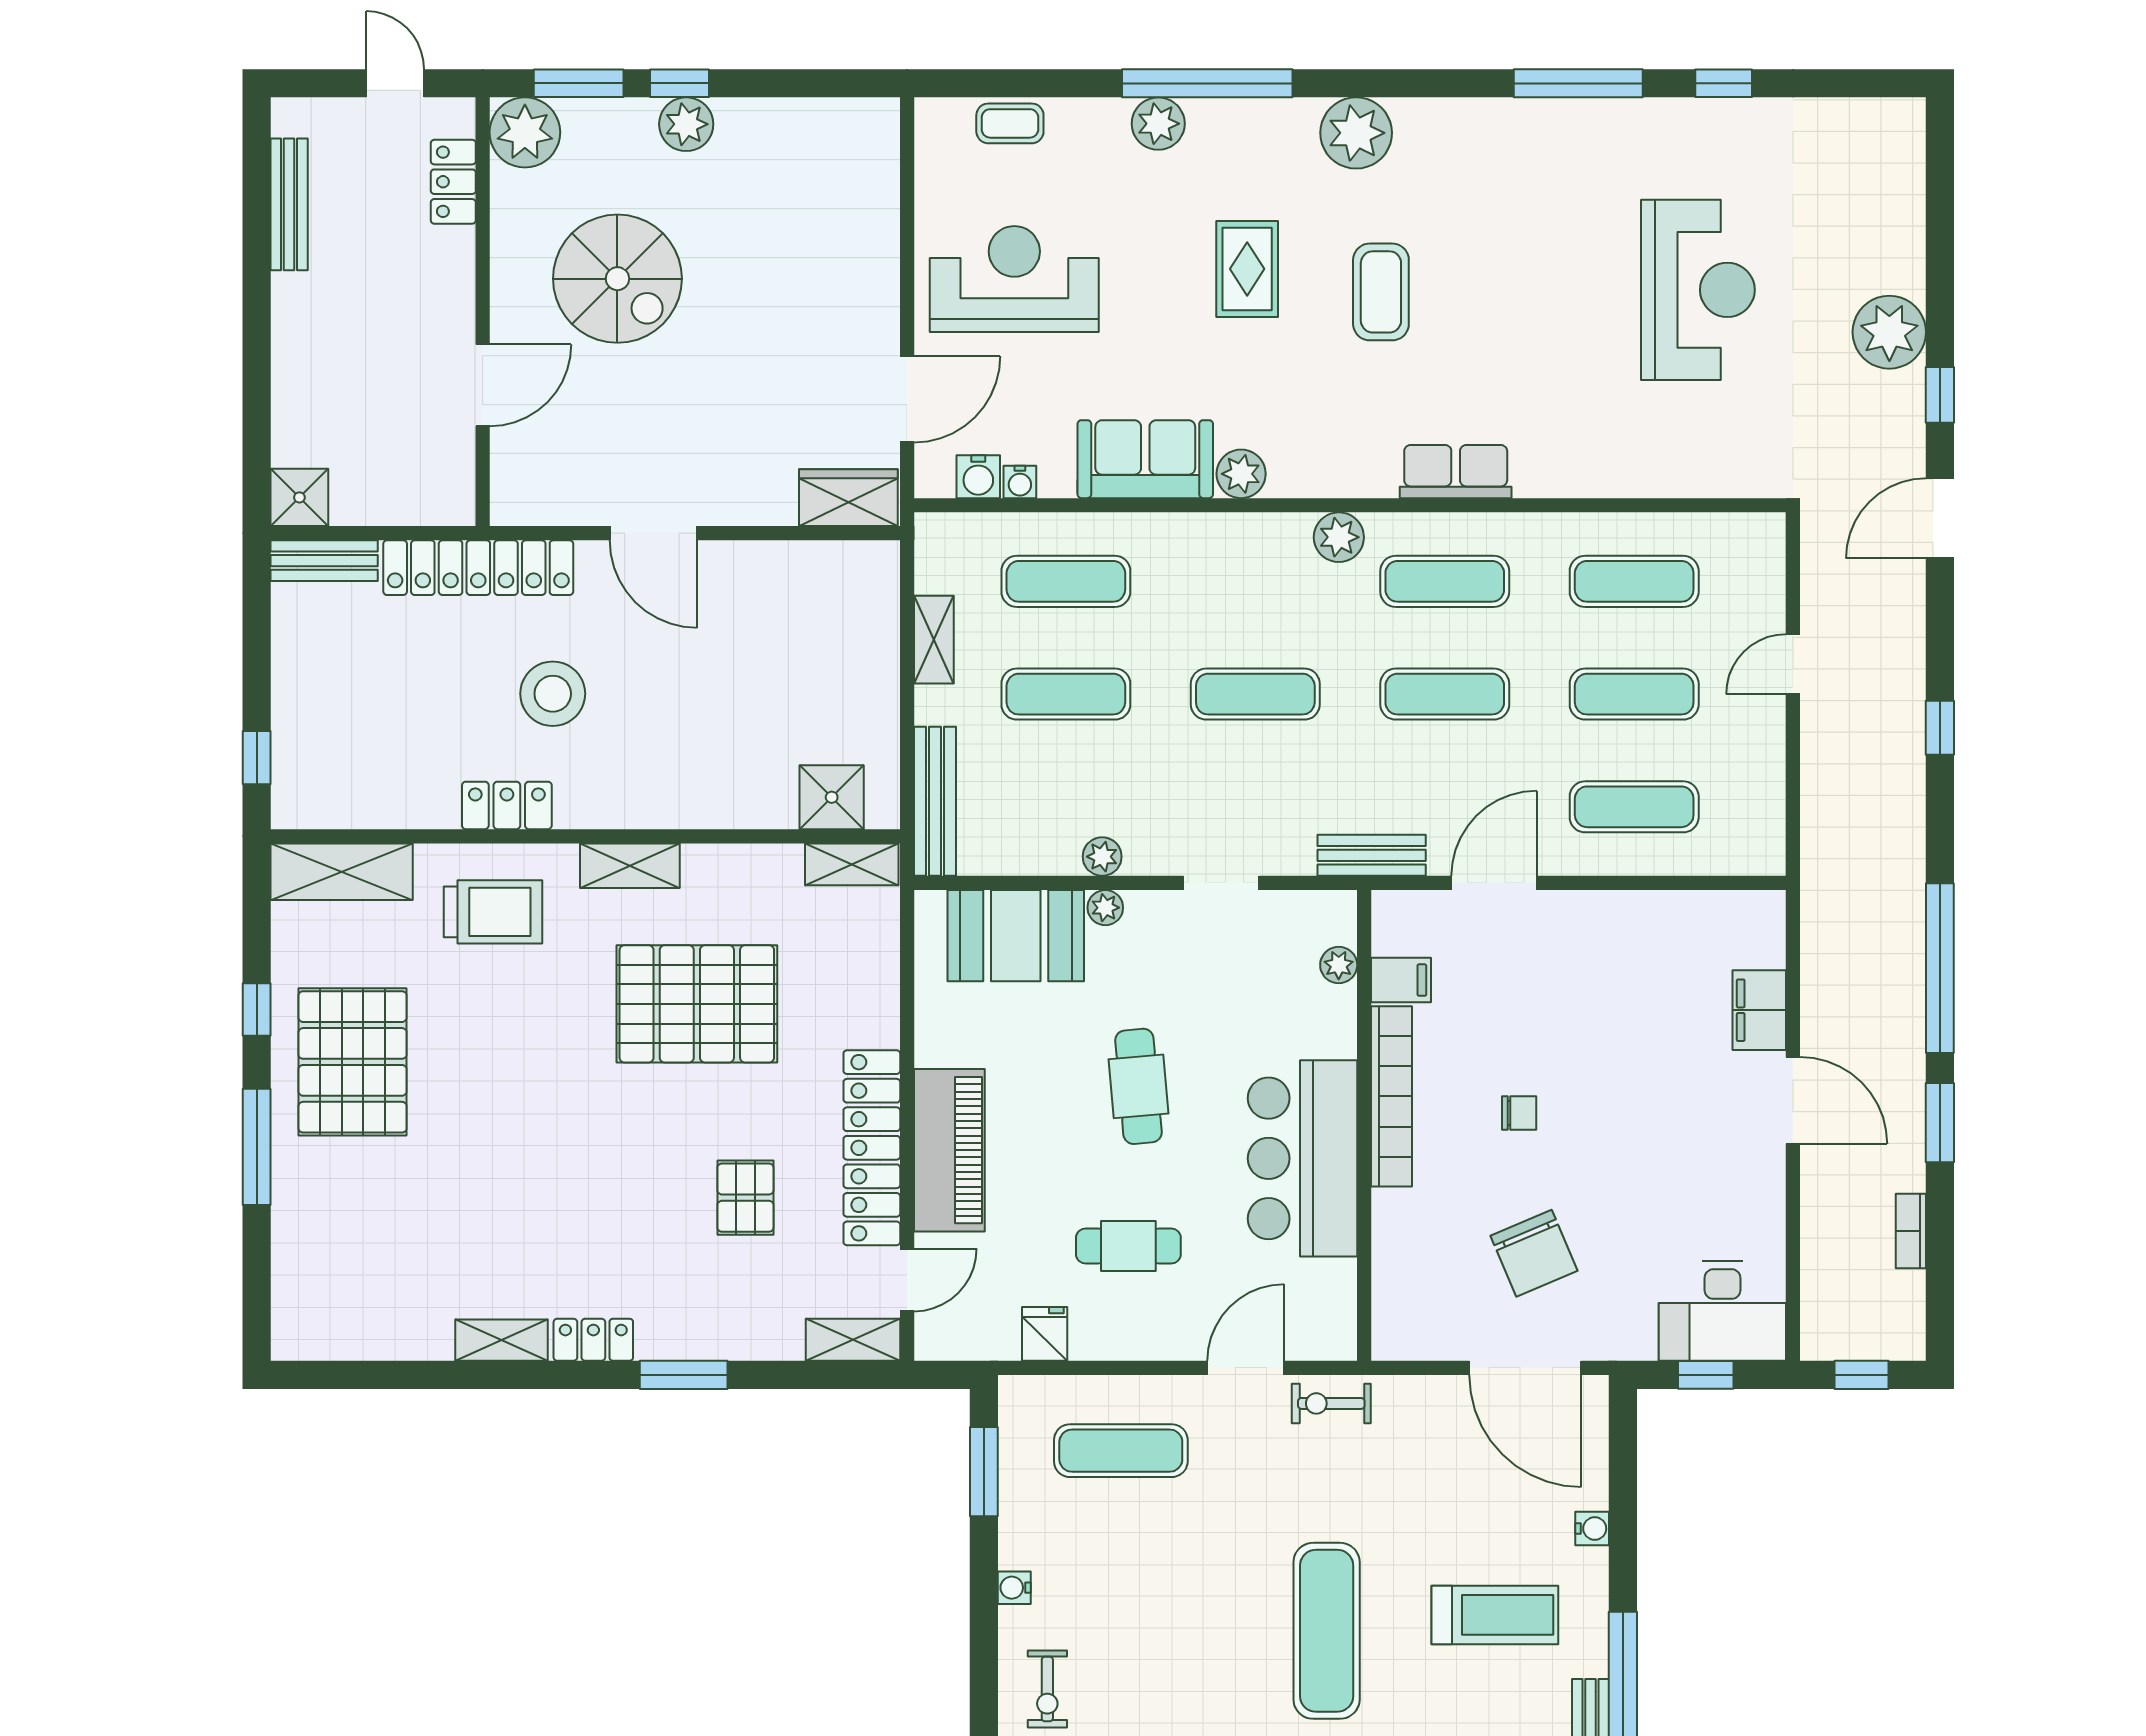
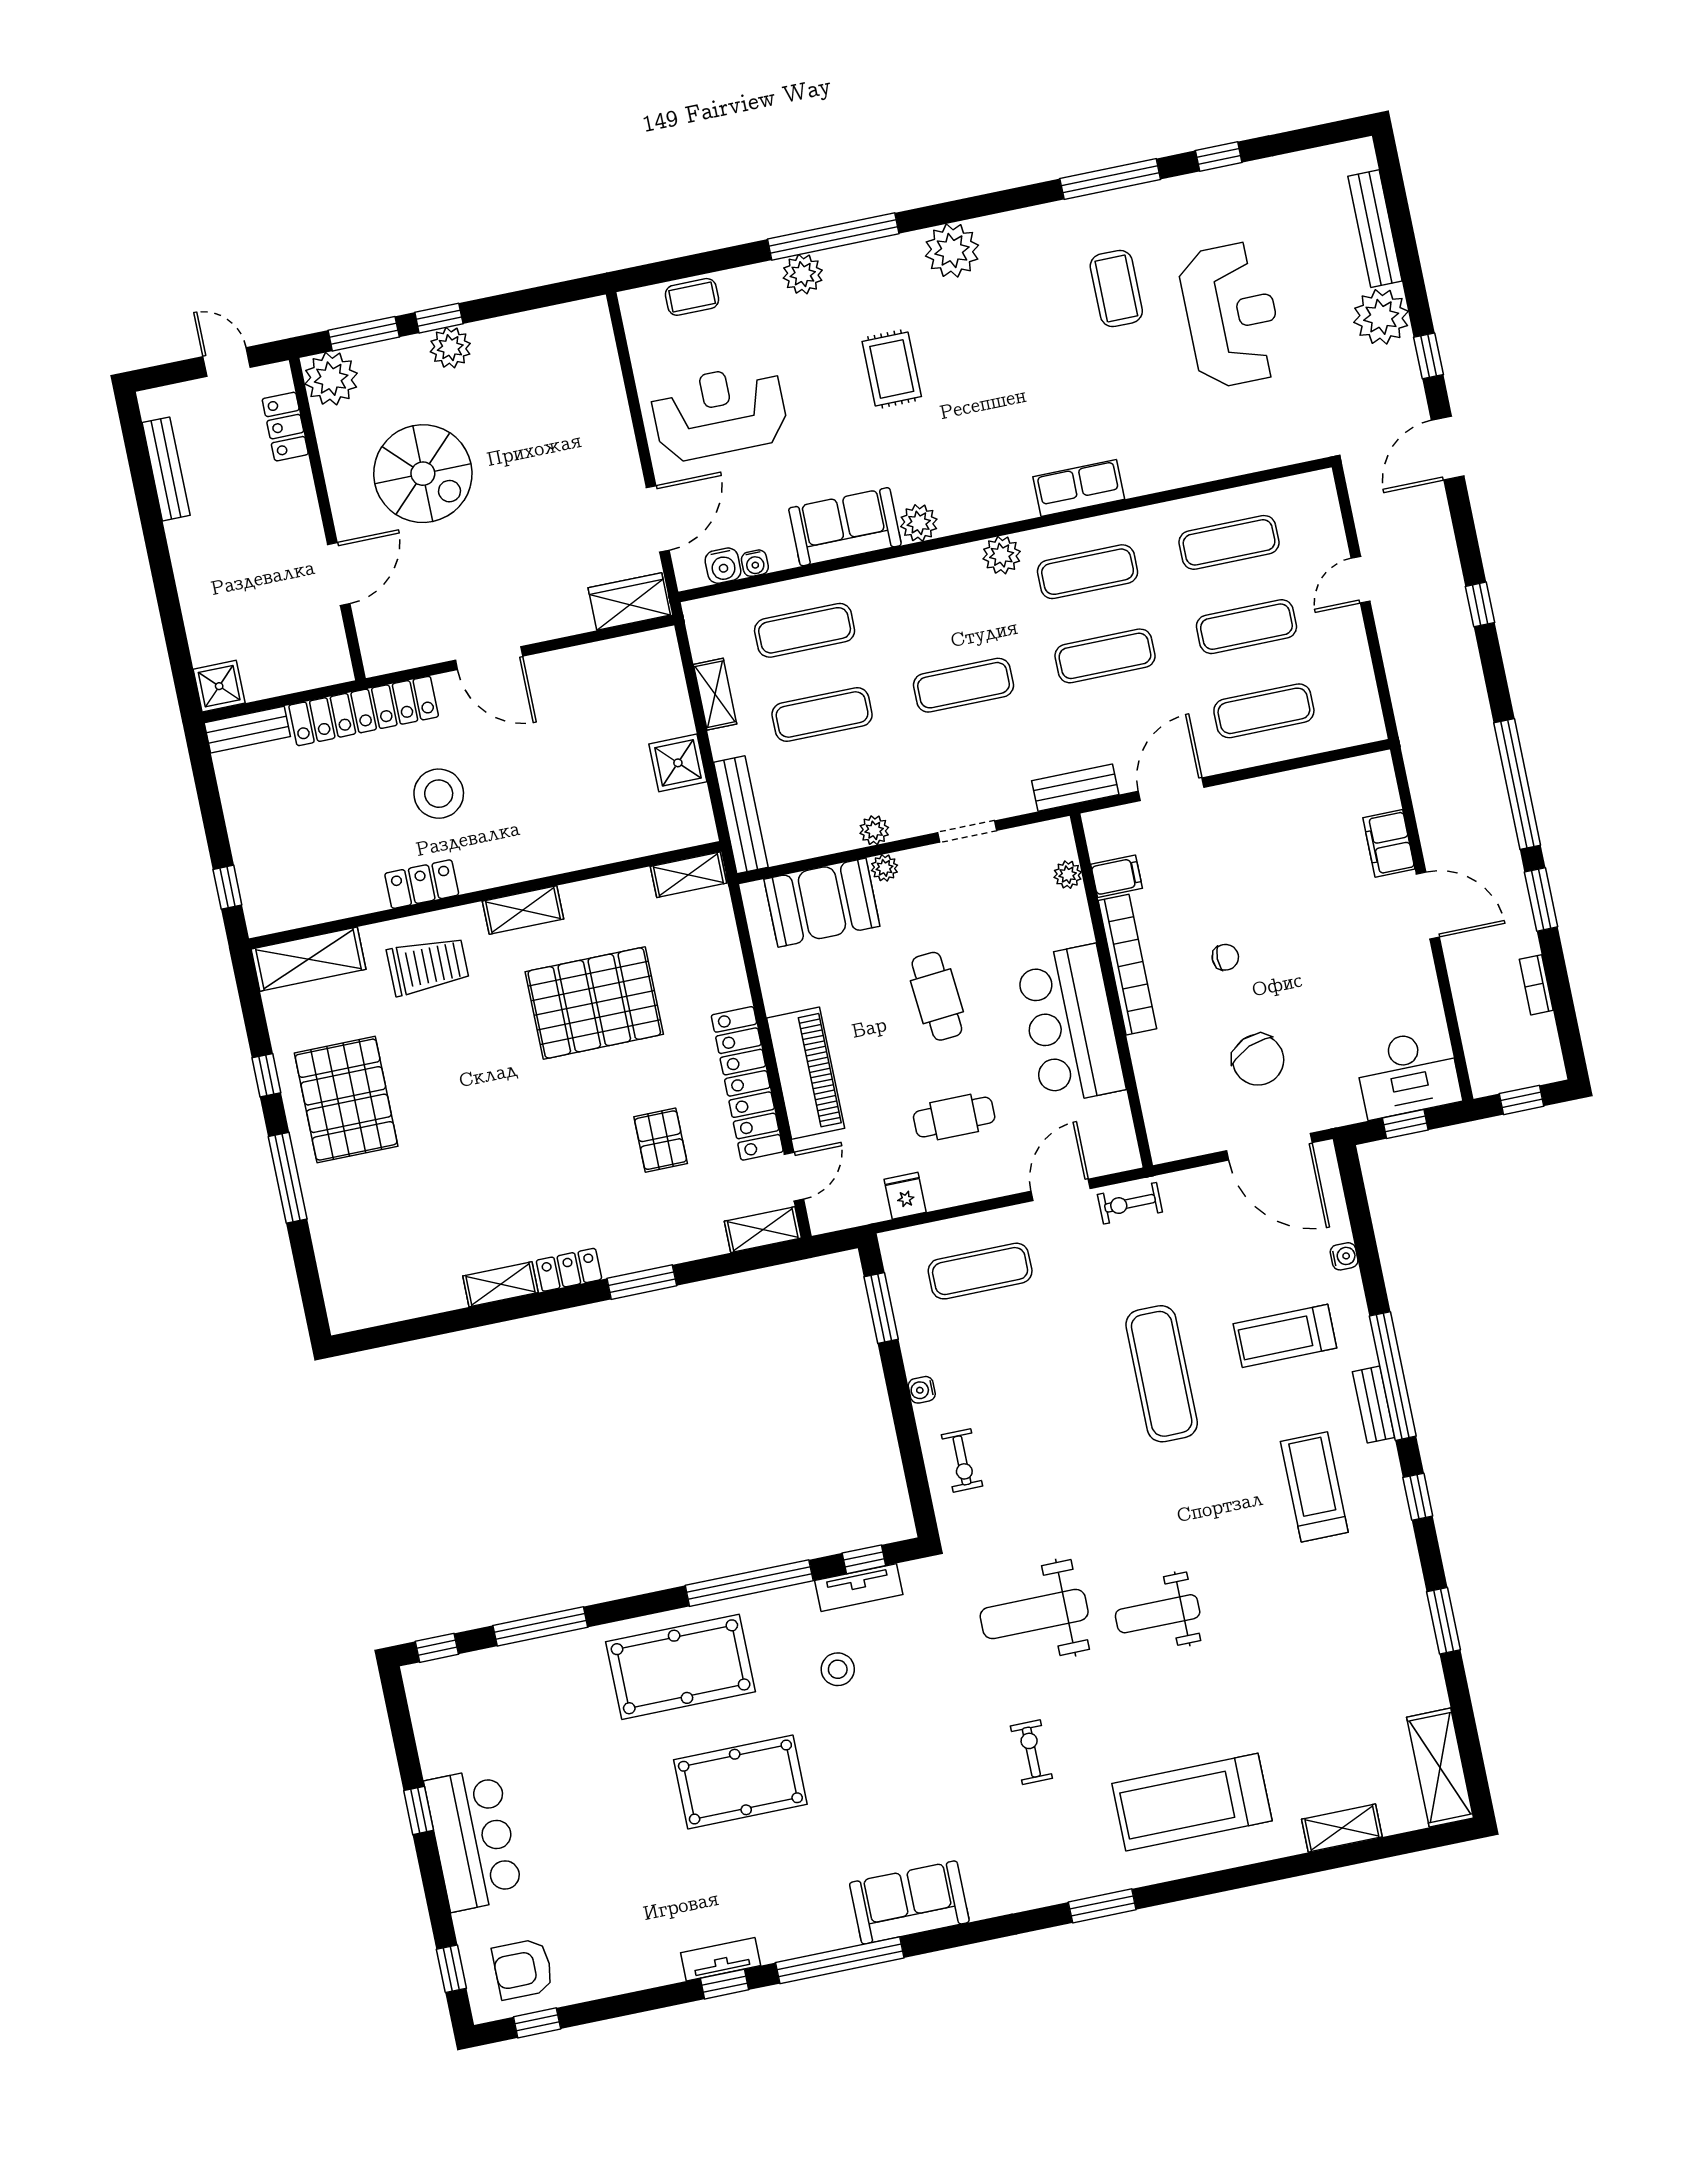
bench: (1905, 217) -> (1375, 229), added
coffee table: (1381, 292) -> (1116, 288), moved
shower: (832, 797) -> (678, 763), moved
treadmill: (1495, 1615) -> (1285, 1336), turned 180

